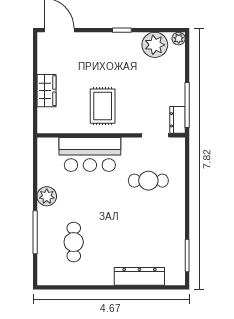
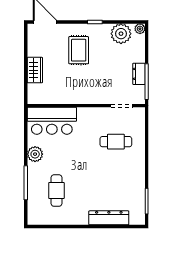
rug: (103, 106) -> (79, 50), moved
dresser: (177, 120) -> (139, 74), moved
bar counter: (90, 154) -> (52, 121), moved

